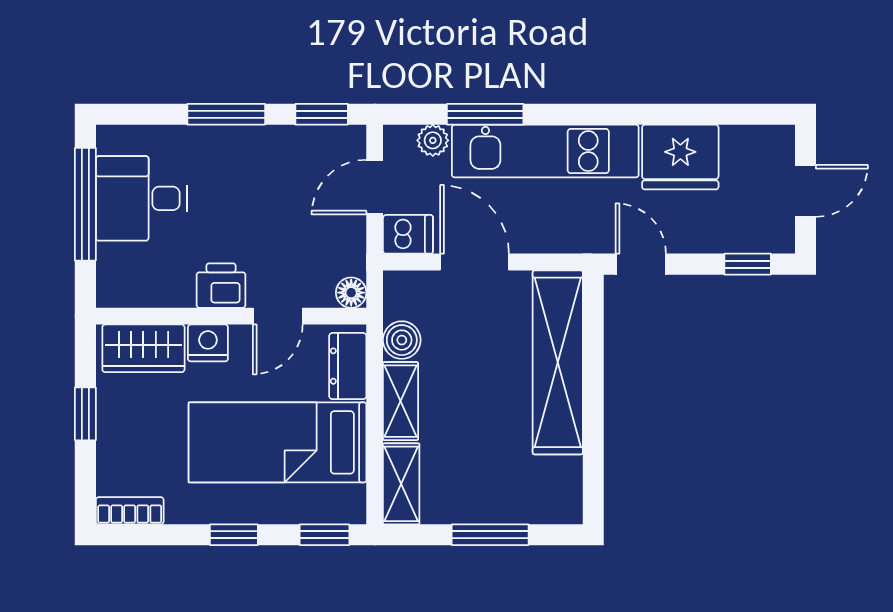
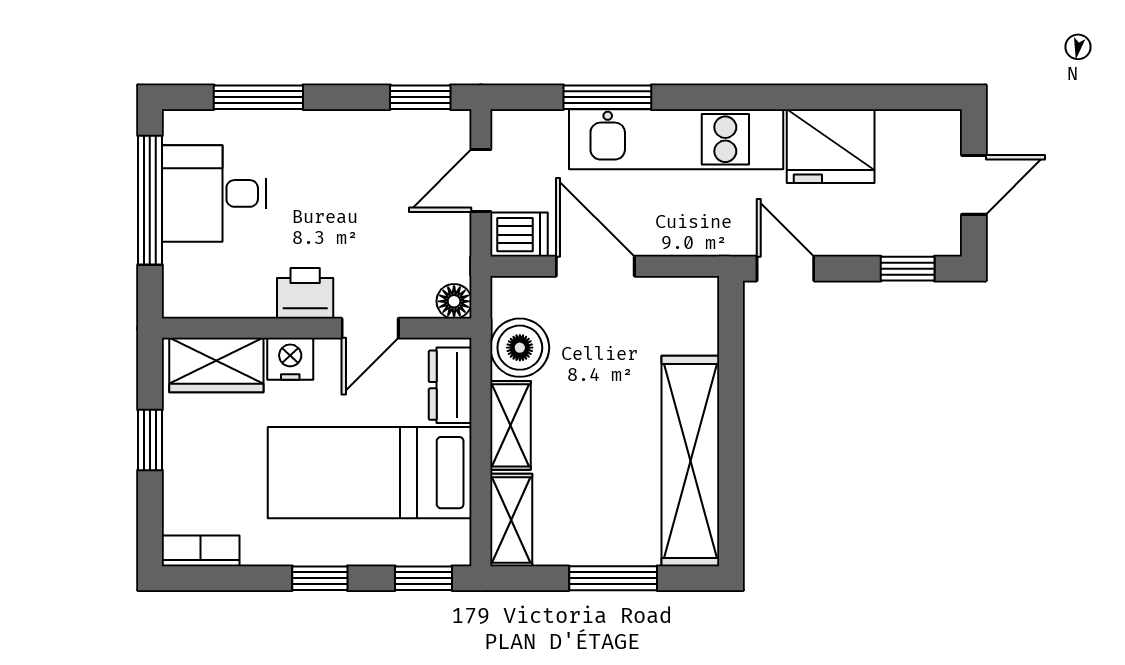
window: (226, 114) -> (258, 97), moved
plant: (433, 140) -> (547, 127), removed
boiler: (402, 340) -> (520, 348), width x1.36, depth x1.36
shelving: (558, 362) -> (690, 461), moved

